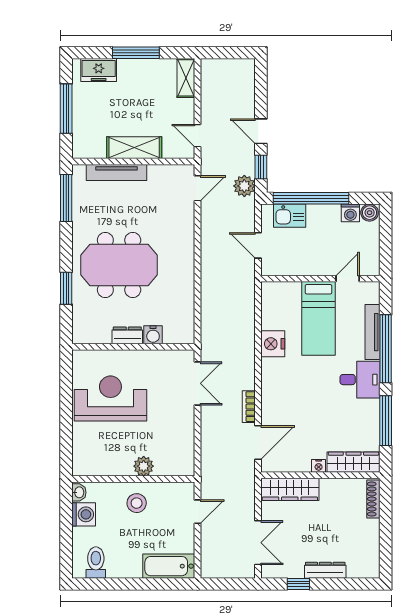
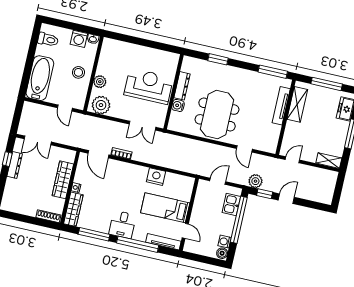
shelving: (134, 148) -> (297, 104), moved
door: (198, 188) -> (244, 149), moved
meeting table: (119, 265) -> (217, 114), moved
tv unit: (372, 332) -> (163, 242), moved
dresser: (127, 335) -> (182, 86), width x1.44
reception desk: (110, 399) -> (149, 86), moved, turned -90
plant: (180, 456) -> (101, 105), added
wardrobe: (290, 489) -> (63, 180), moved
bathtub: (169, 566) -> (40, 78), width x1.36, depth x1.36
dresser: (325, 570) -> (15, 165), moved

